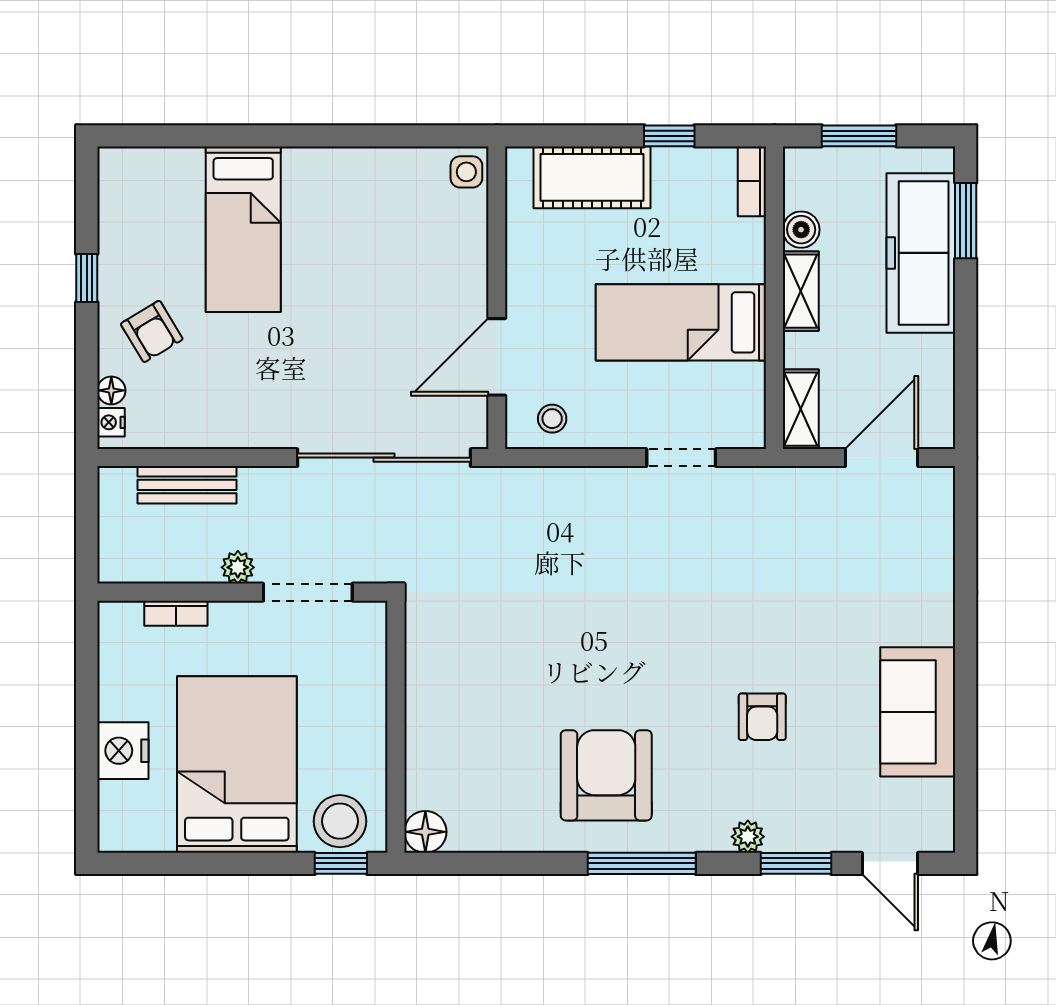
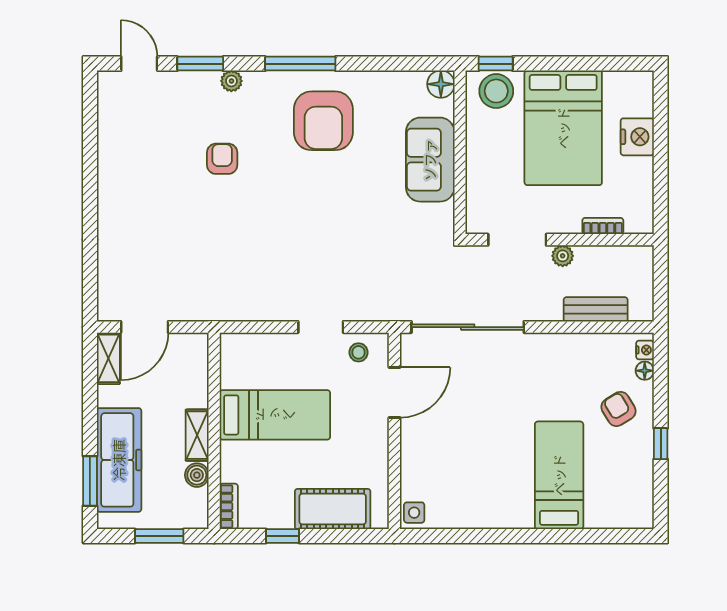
shelving: (801, 409) -> (108, 358), moved
doorway: (681, 458) -> (321, 327), moved
sofa: (918, 712) -> (430, 160), moved, turned 180

